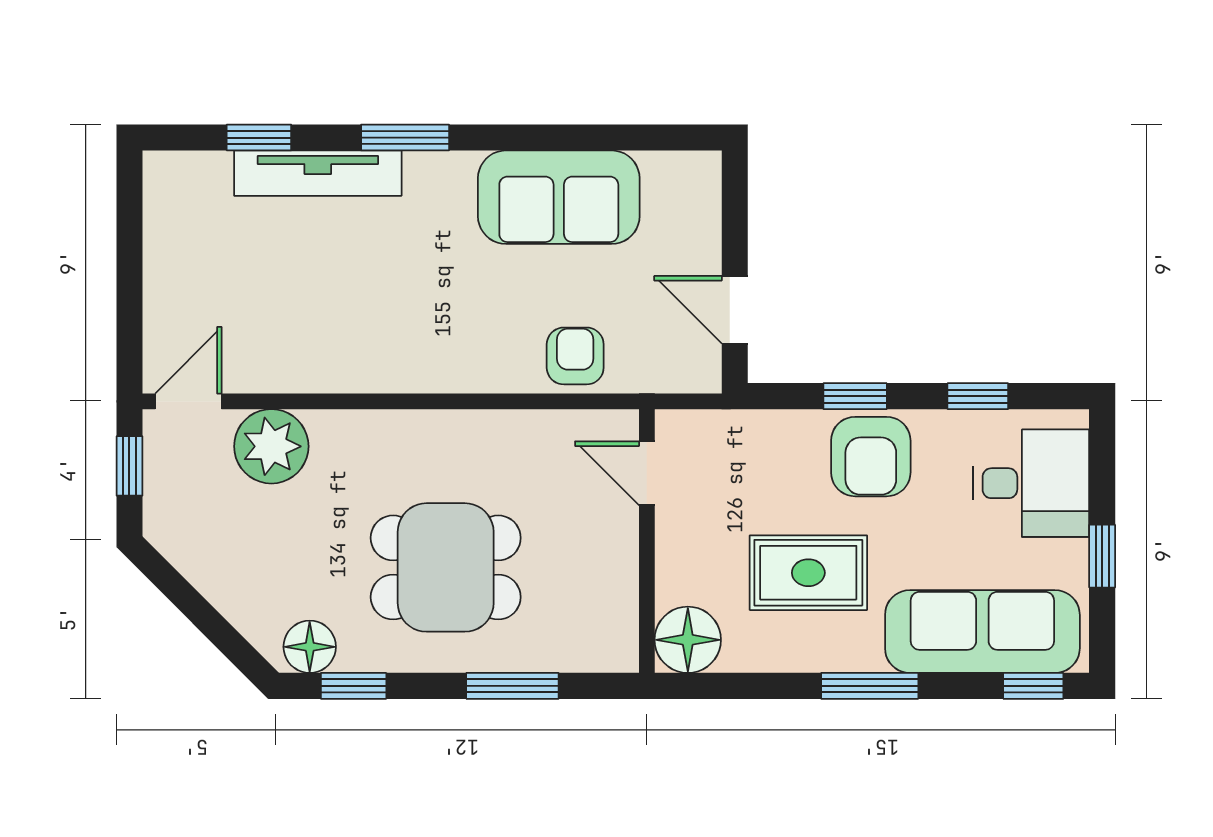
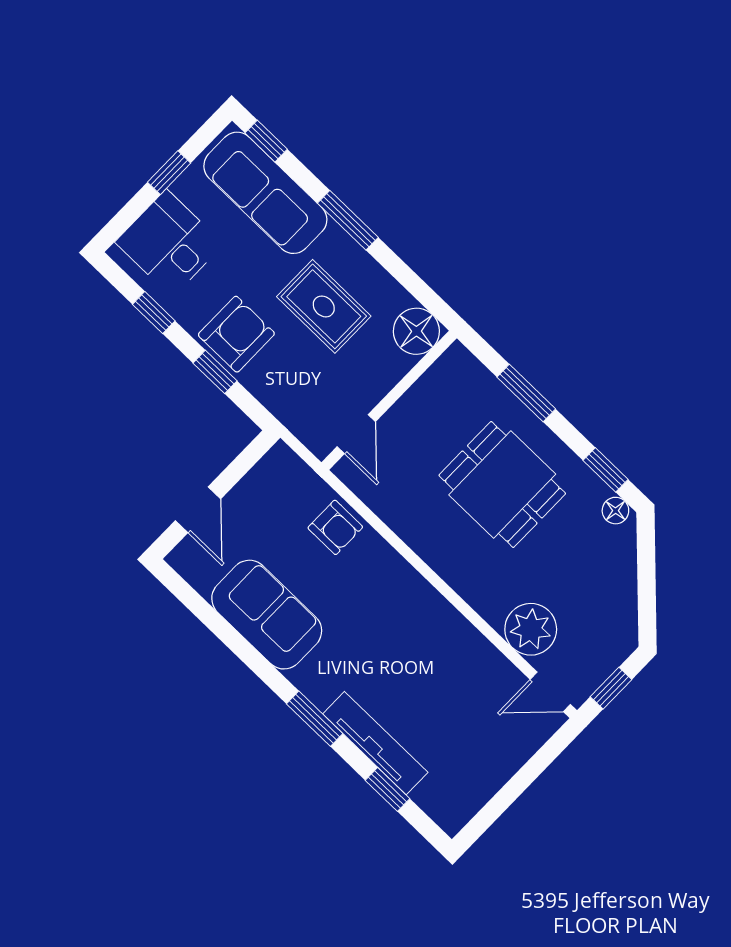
door: (735, 310) -> (198, 510), moved
armchair: (575, 356) -> (335, 527), turned -90
floor lamp: (310, 647) -> (615, 511), width x0.73, depth x0.73

